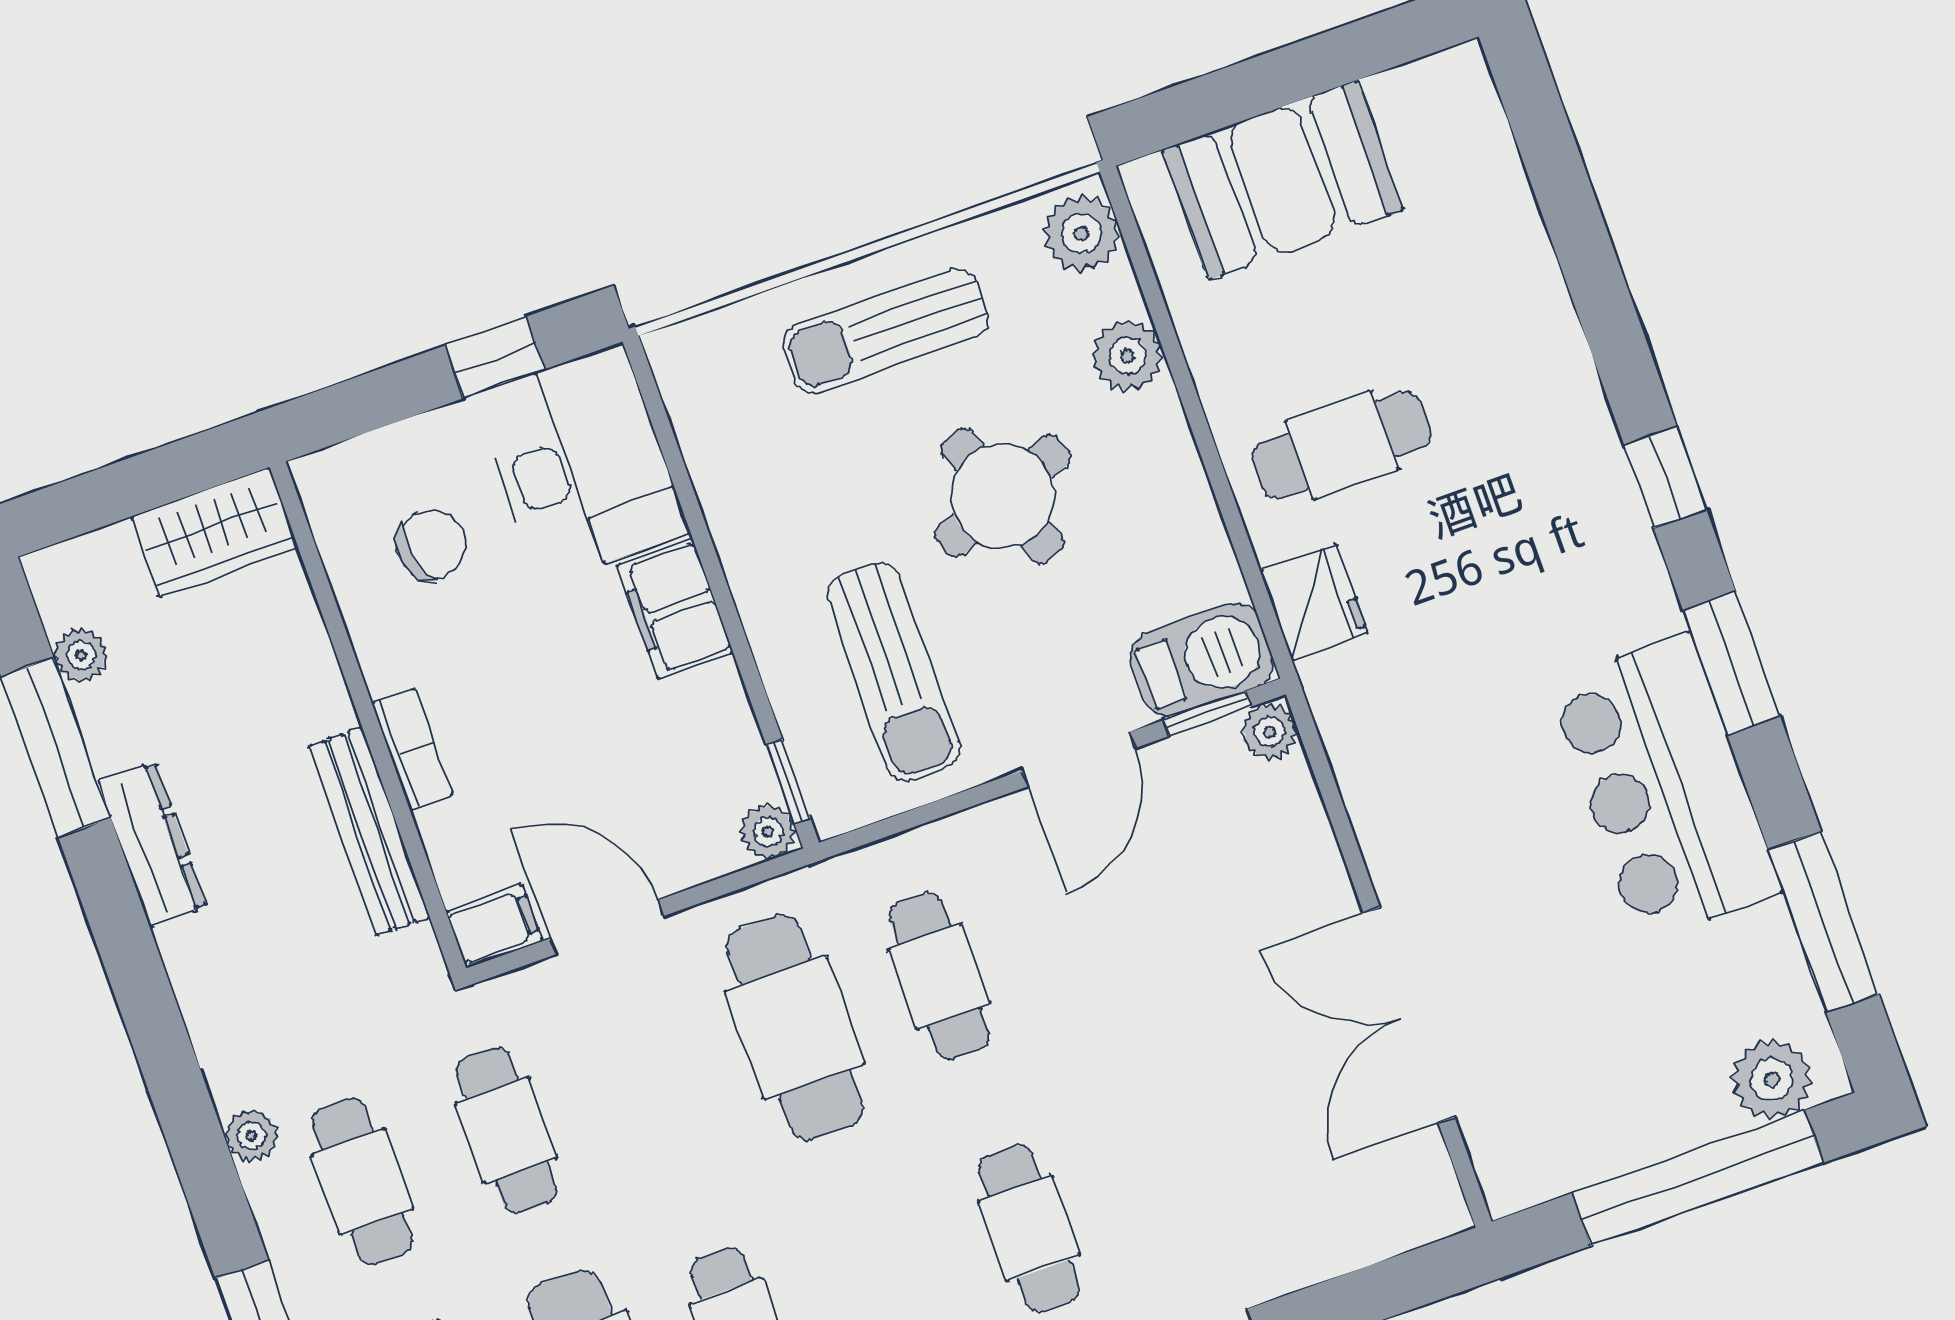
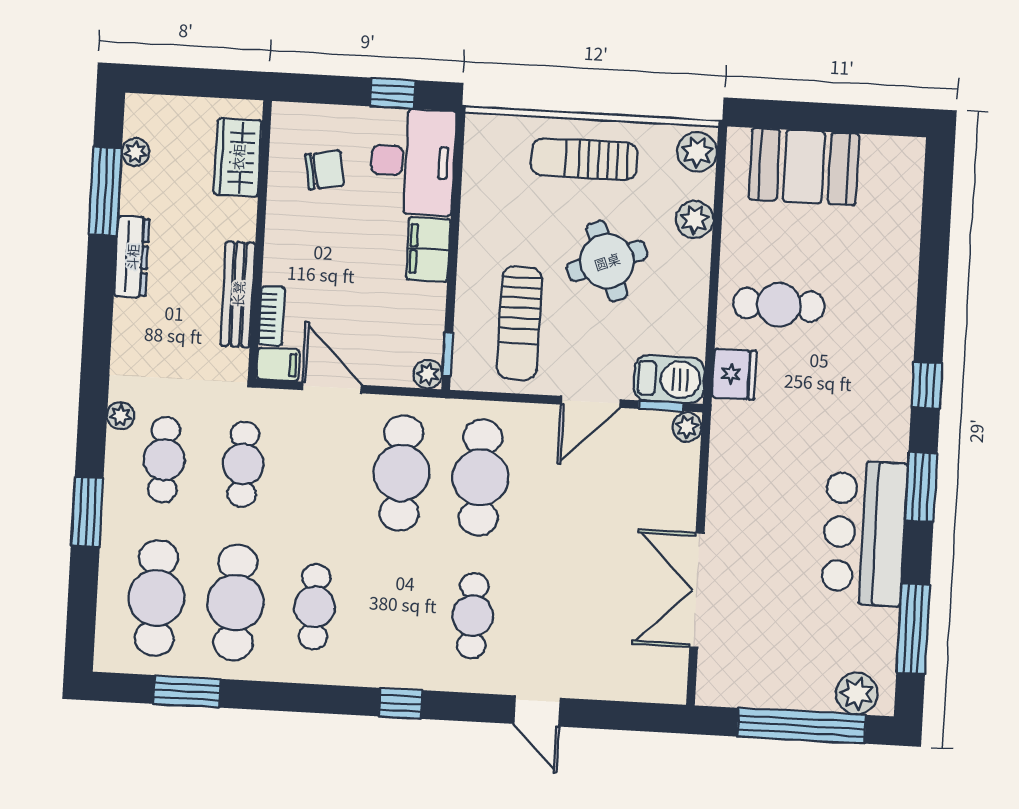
wardrobe: (214, 532) -> (238, 157), moved, turned 90
bookcase: (412, 749) -> (272, 316), moved
cafe table: (939, 976) -> (480, 477), width x1.37, depth x1.35

